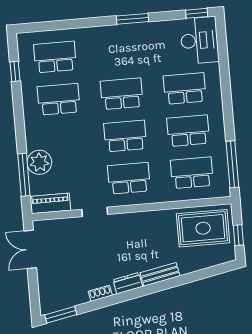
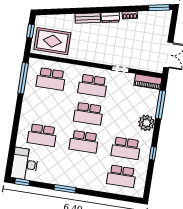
window: (15, 71) -> (153, 153), moved
school desk: (188, 131) -> (46, 107), removed
plant: (39, 162) -> (146, 123), moved

